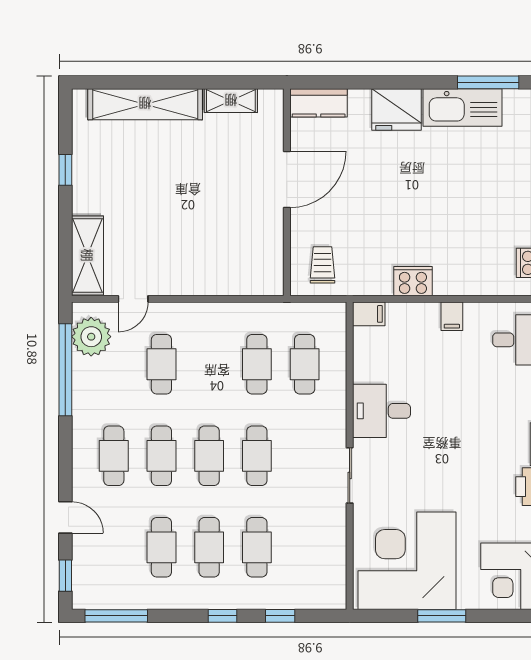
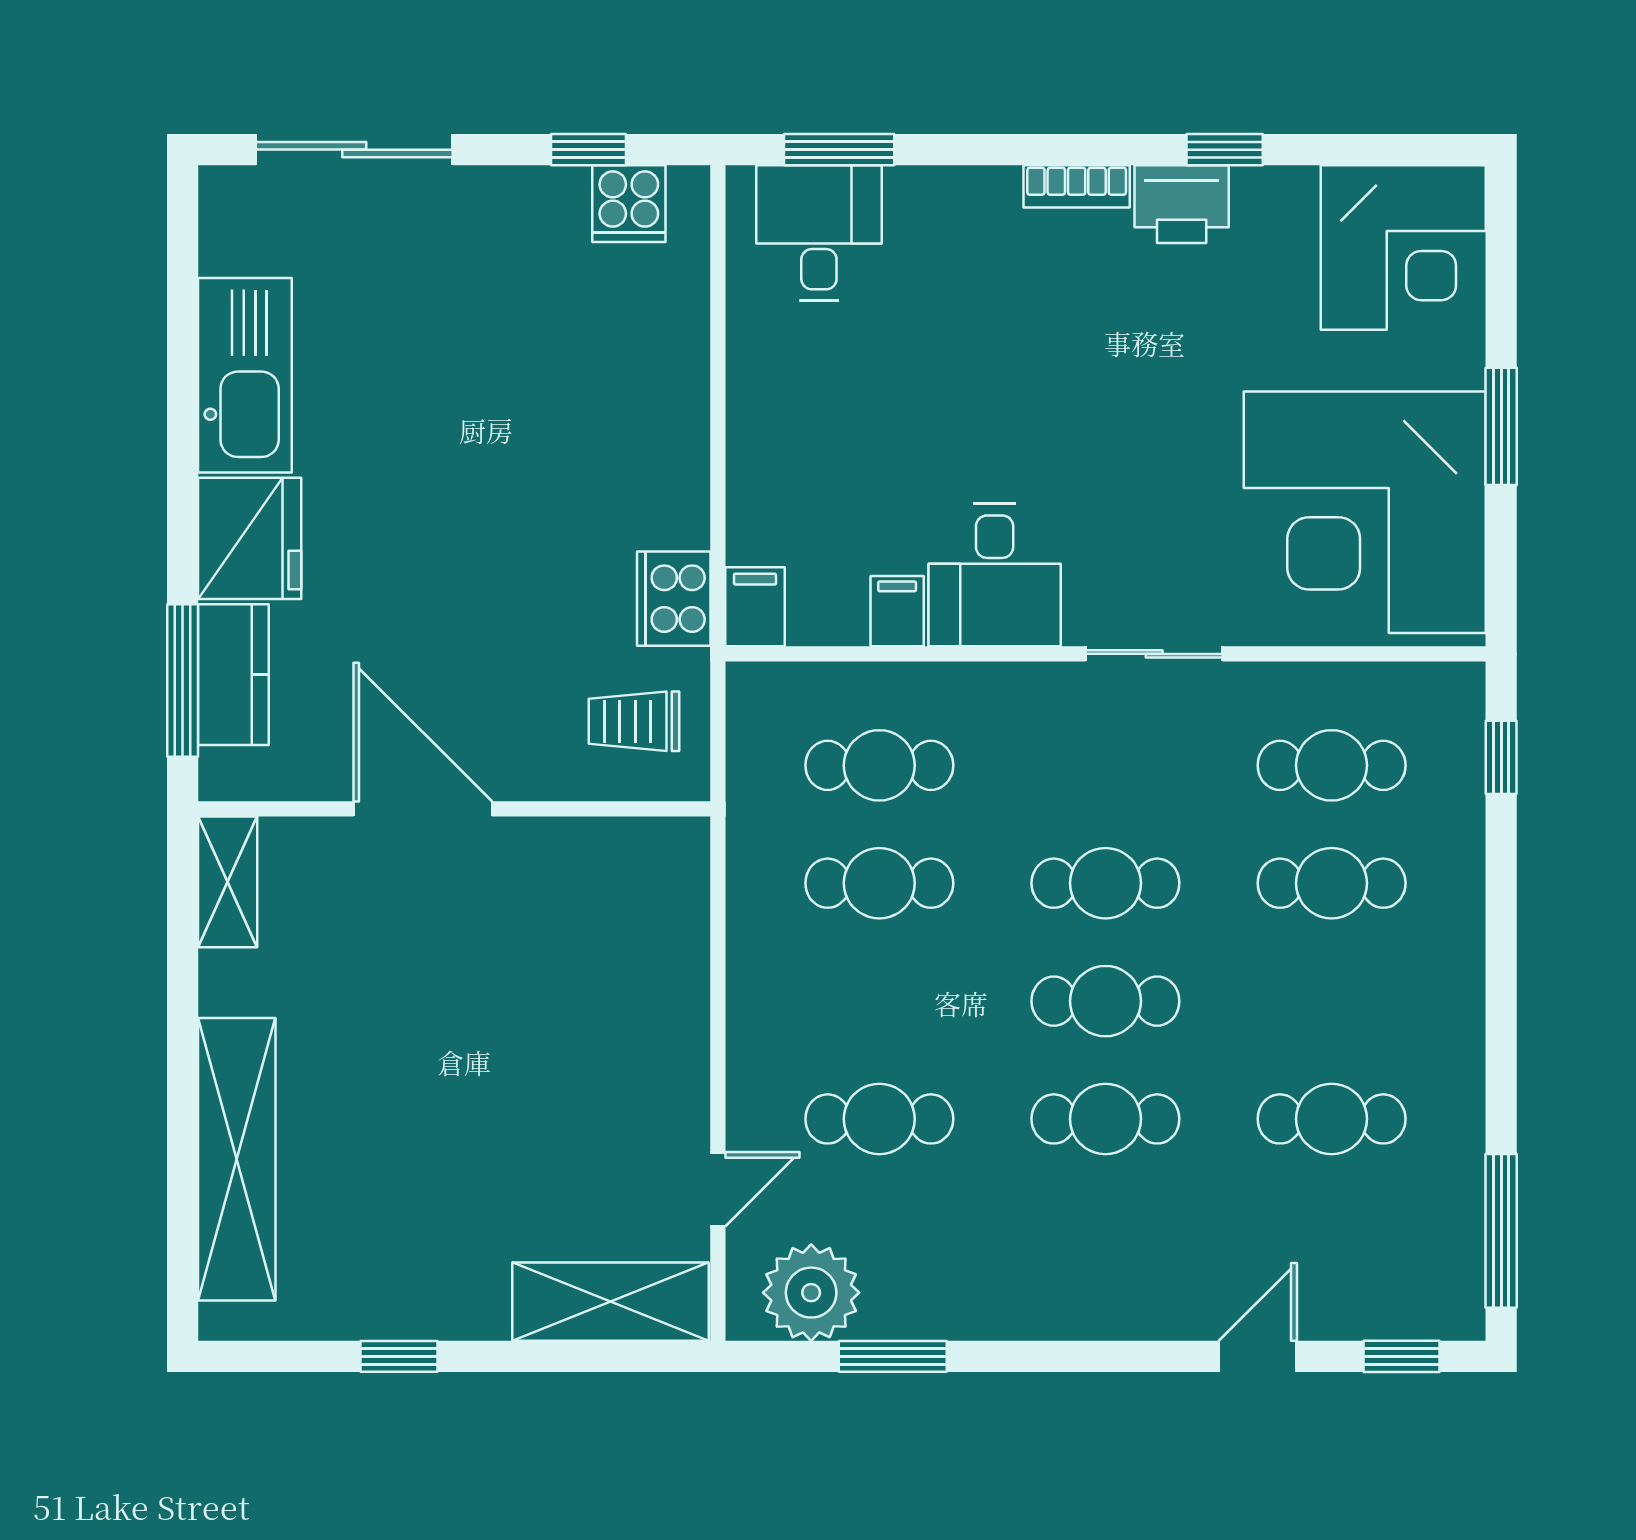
window: (488, 82) -> (183, 681), moved
shelving: (231, 101) -> (228, 882), moved
kitchen counter: (319, 103) -> (233, 675), moved
cooker: (413, 281) -> (674, 599), moved
door: (133, 299) -> (718, 1189), hinge flipped
filing cabinet: (452, 316) -> (897, 611), moved, turned -90
window: (65, 370) -> (893, 1356), width x0.47
cafe table: (114, 456) -> (1105, 1237), removed
cafe table: (209, 547) -> (1332, 765), moved
window: (223, 616) -> (1501, 968), removed
window: (280, 616) -> (1501, 757), moved

